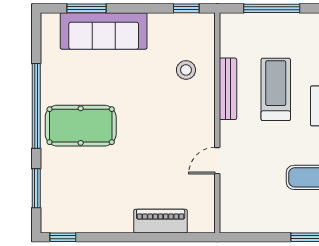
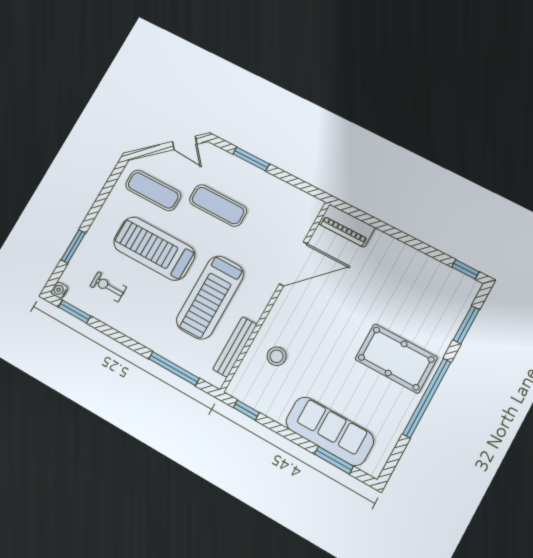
bench: (228, 89) -> (235, 347), moved
treadmill: (276, 89) -> (210, 297), width x1.37, depth x1.38
door: (217, 161) -> (293, 264), width x1.87
piano: (161, 221) -> (347, 226), moved

